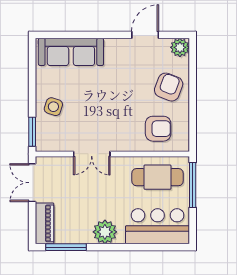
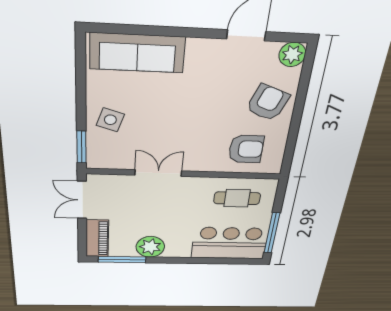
double door: (92, 154) -> (158, 173), swing flipped
cafe table: (157, 177) -> (237, 198), width x0.73, depth x0.74
window: (193, 185) -> (272, 233), moved
plant: (105, 232) -> (150, 247), moved

